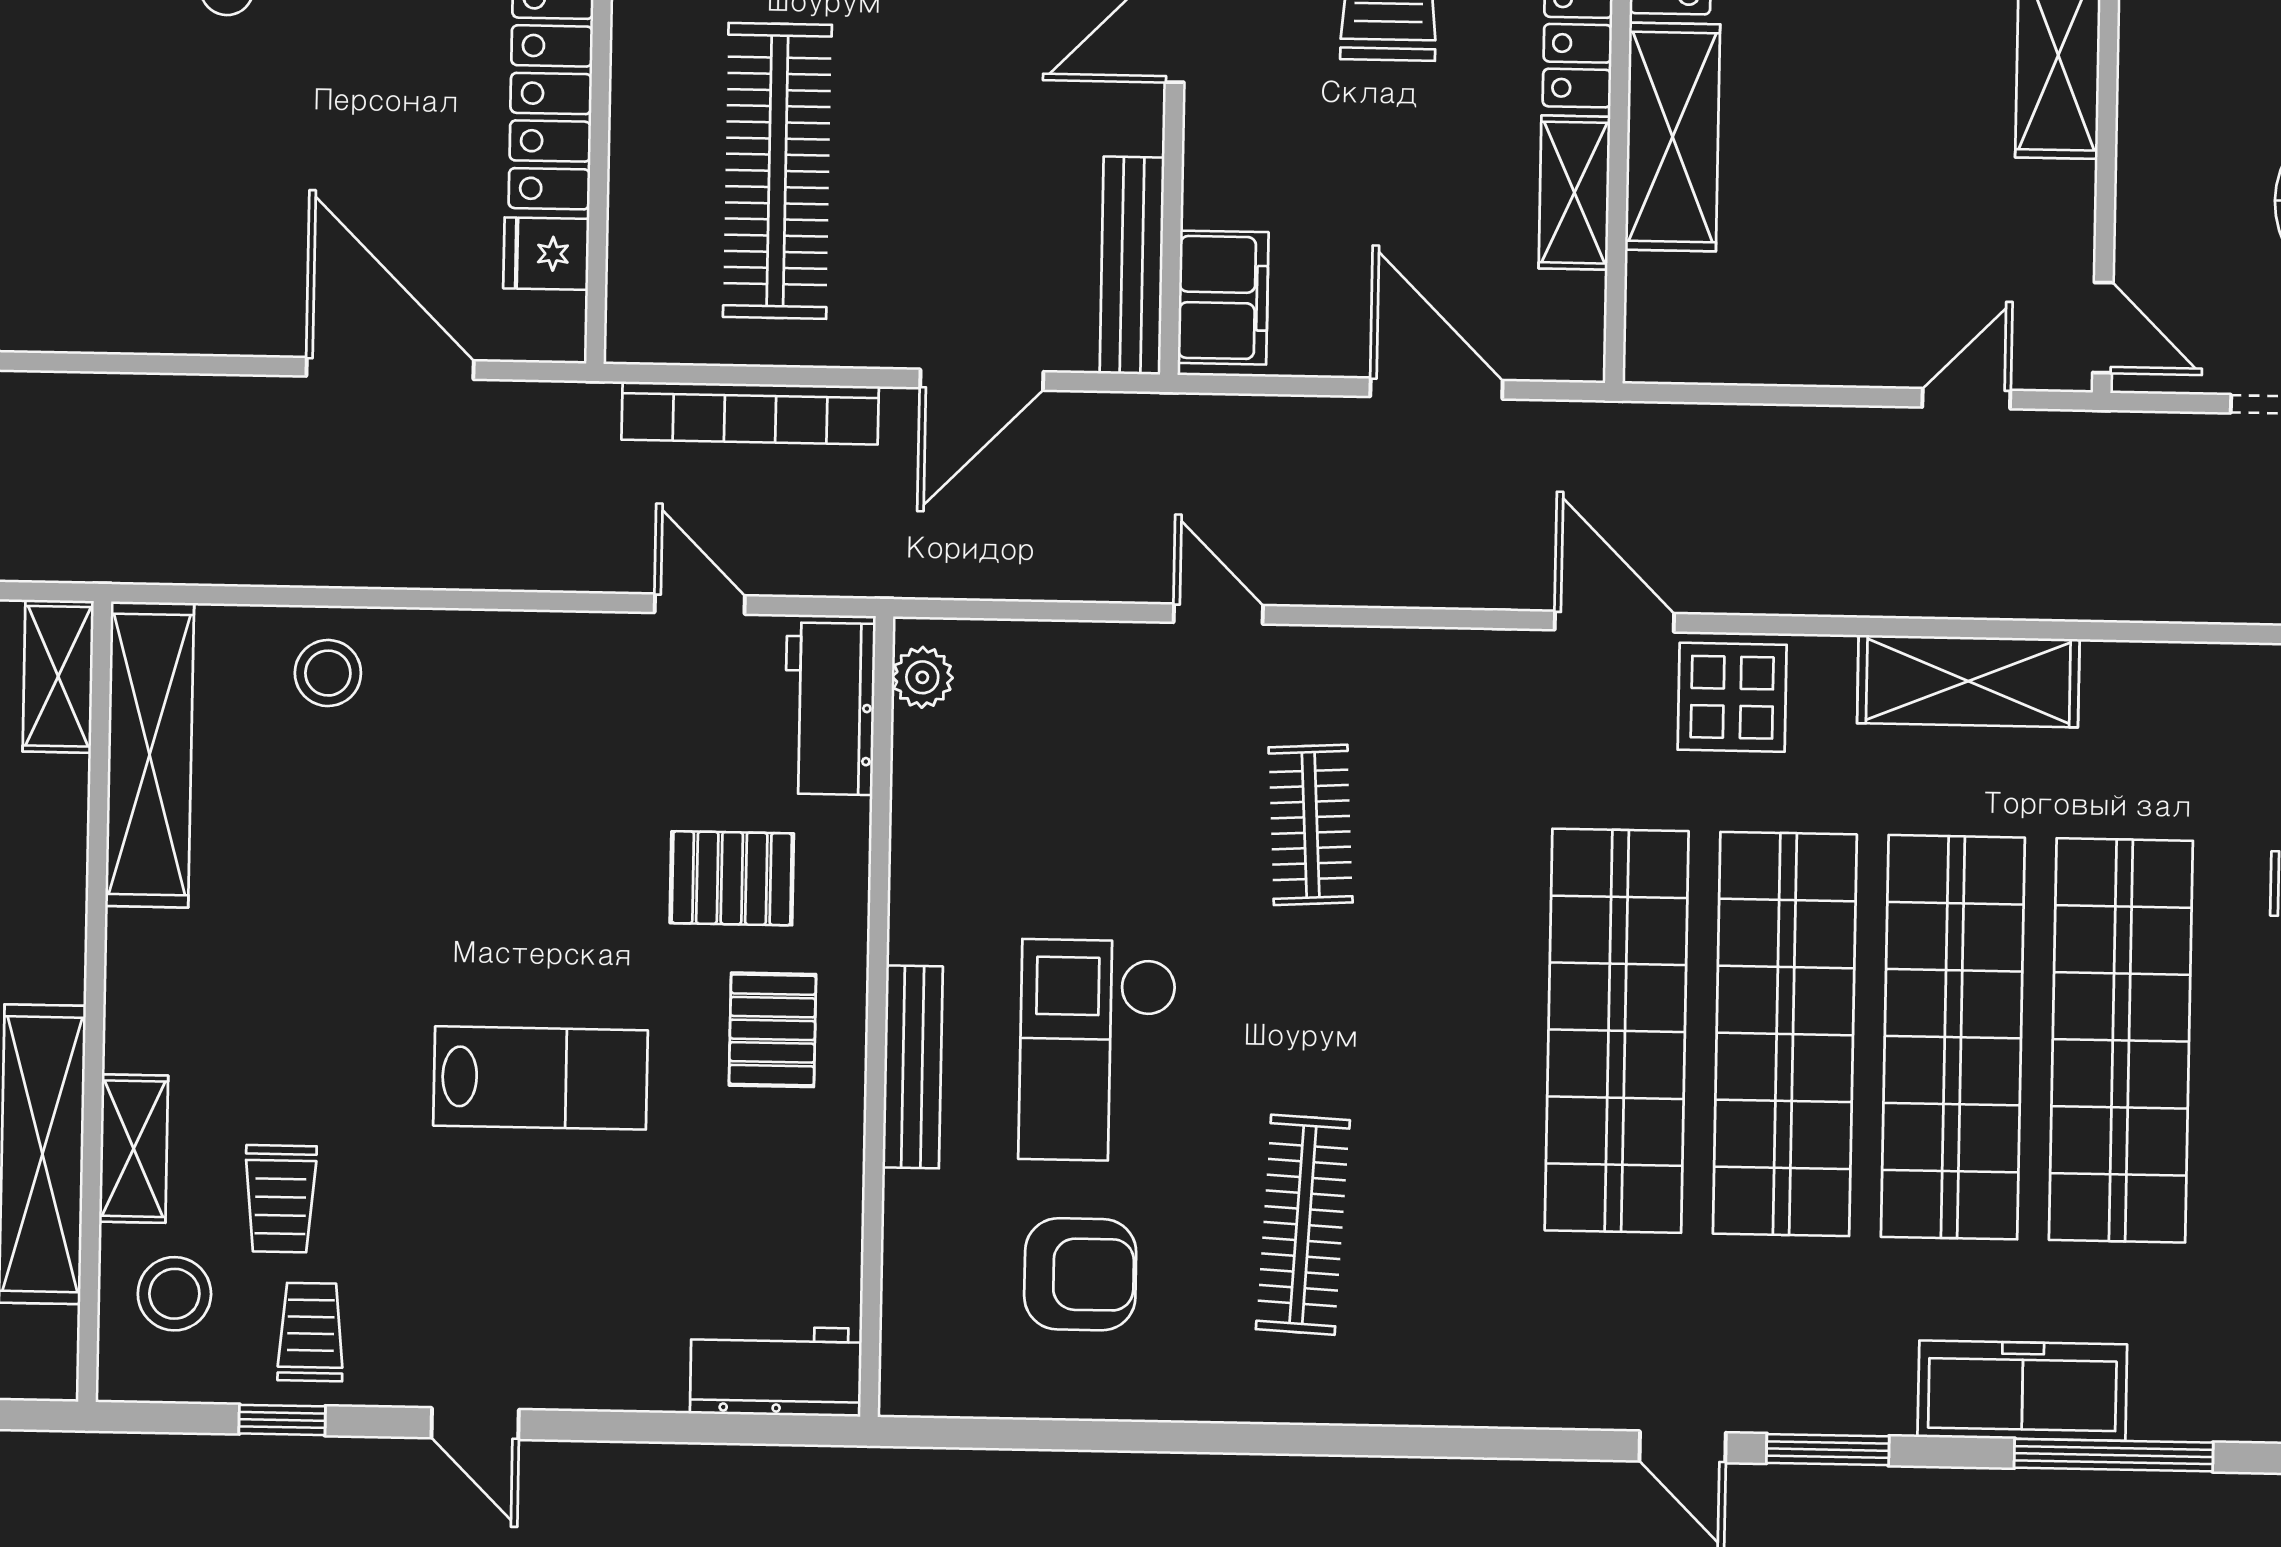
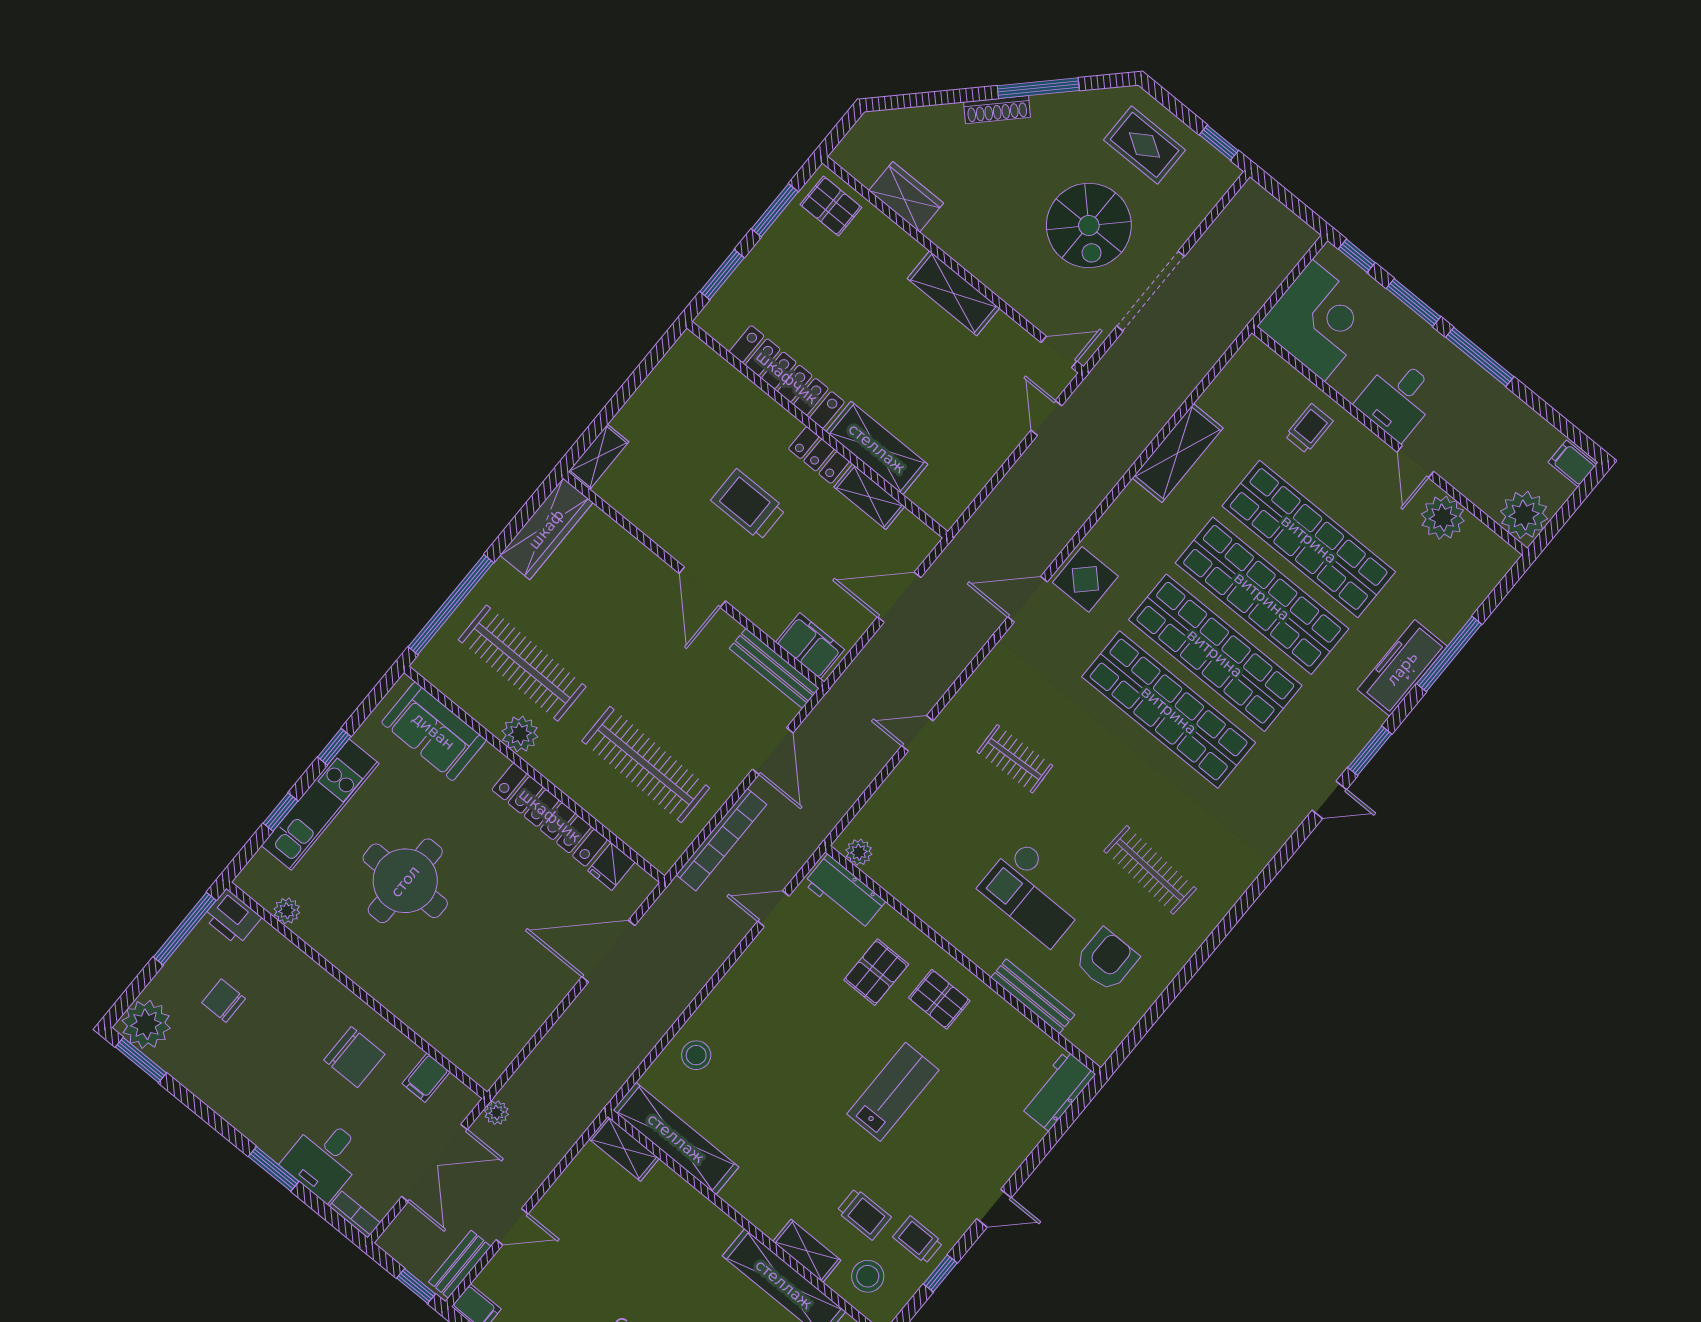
shelving: (1968, 681) -> (1178, 453), moved
bench: (913, 1067) -> (1033, 996), moved

